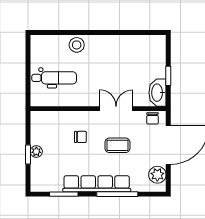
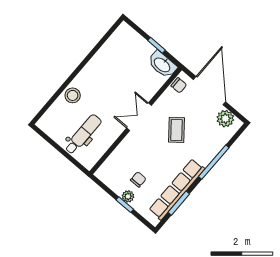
double door: (116, 109) -> (139, 117), moved
chair: (80, 137) -> (138, 179), moved
coffee table: (117, 145) -> (177, 130), turned -39
row of seats: (97, 184) -> (177, 189), moved

